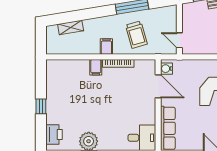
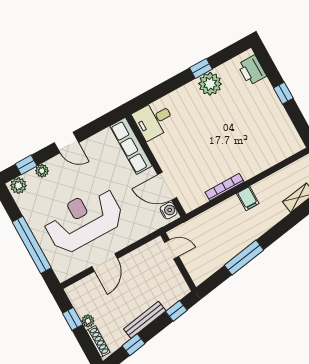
trolley: (136, 35) -> (222, 230), removed
filing cabinet: (96, 67) -> (247, 169), removed

